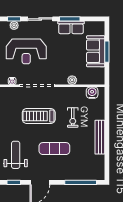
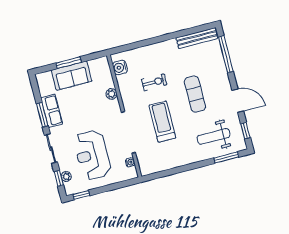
reception desk: (26, 51) -> (92, 155), turned 180
treadmill: (39, 116) -> (162, 122), turned 180
bench: (100, 137) -> (197, 38), moved

